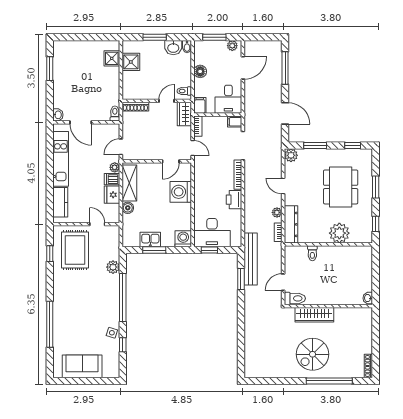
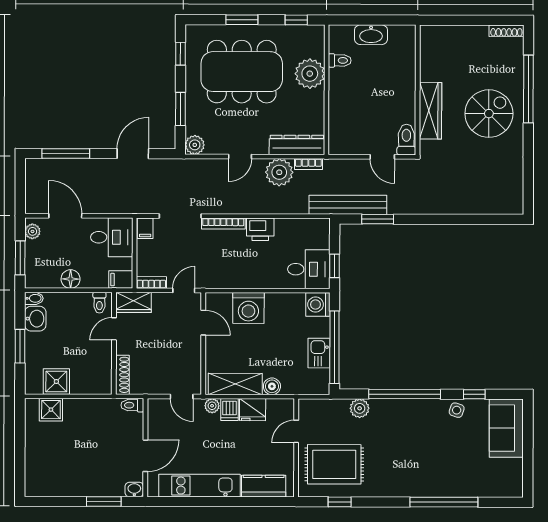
window: (50, 69) -> (104, 501), moved
door: (166, 101) -> (114, 329), hinge flipped
dining table: (341, 187) -> (242, 72), width x1.36, depth x1.24
plant: (277, 212) -> (279, 172), width x1.88, depth x1.88
desk: (212, 233) -> (309, 269), width x0.73
window: (154, 250) -> (334, 347), width x2.11
toilet: (312, 253) -> (340, 60), moved
washbasin: (368, 298) -> (371, 35), moved, width x1.91, depth x1.45
spiral stairs: (313, 354) -> (489, 114), turned -90
sofa: (82, 366) -> (506, 428), moved

